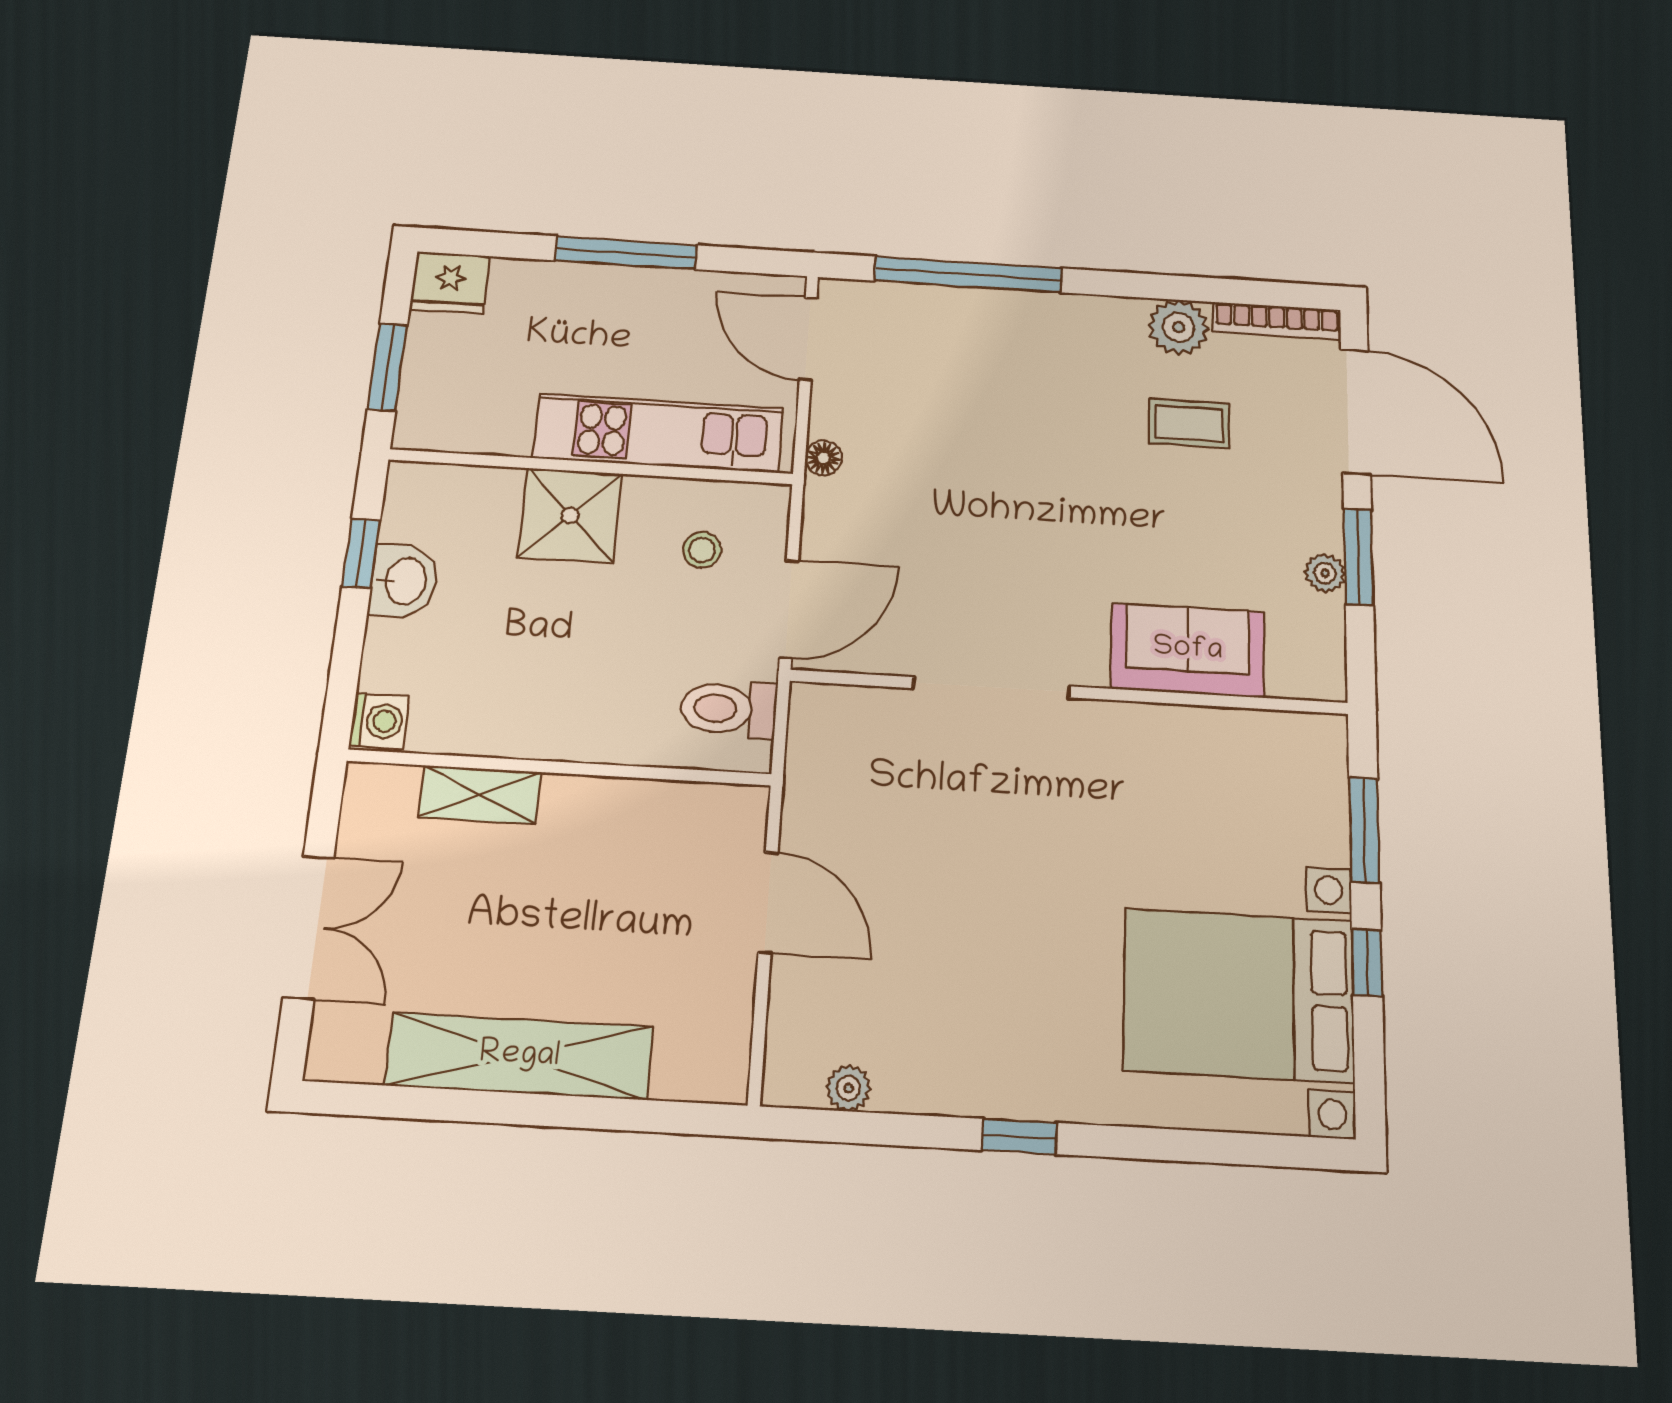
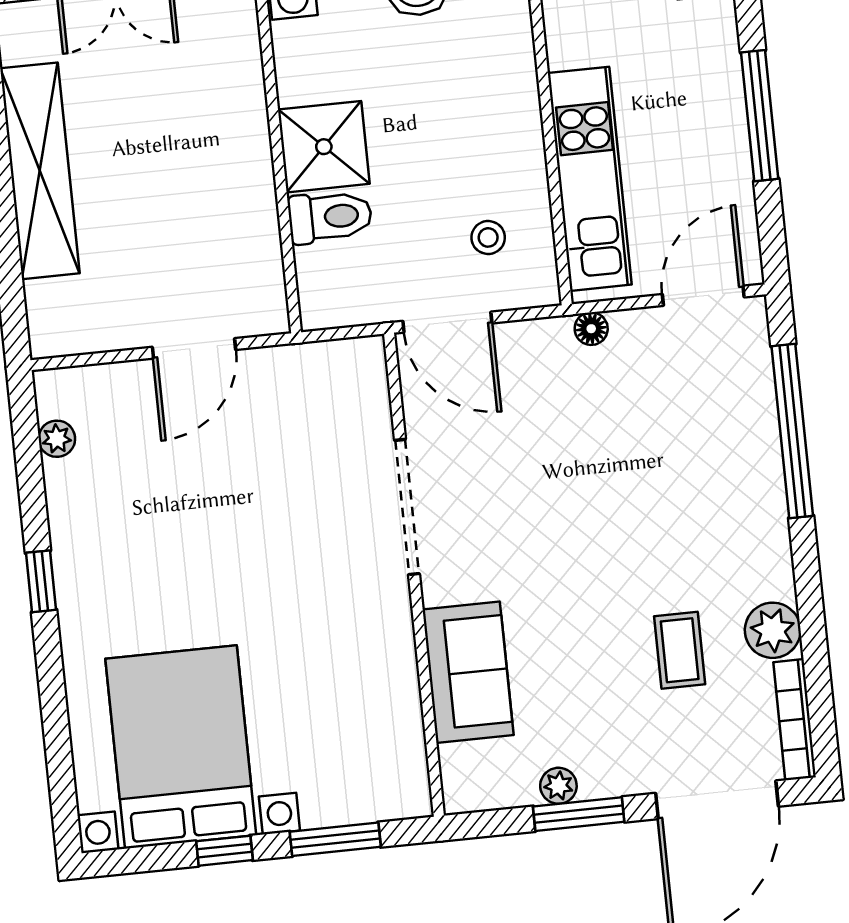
shower: (570, 515) -> (324, 147), moved
toilet: (729, 709) -> (330, 217), moved, turned 90
shelving: (480, 795) -> (244, 93), removed

